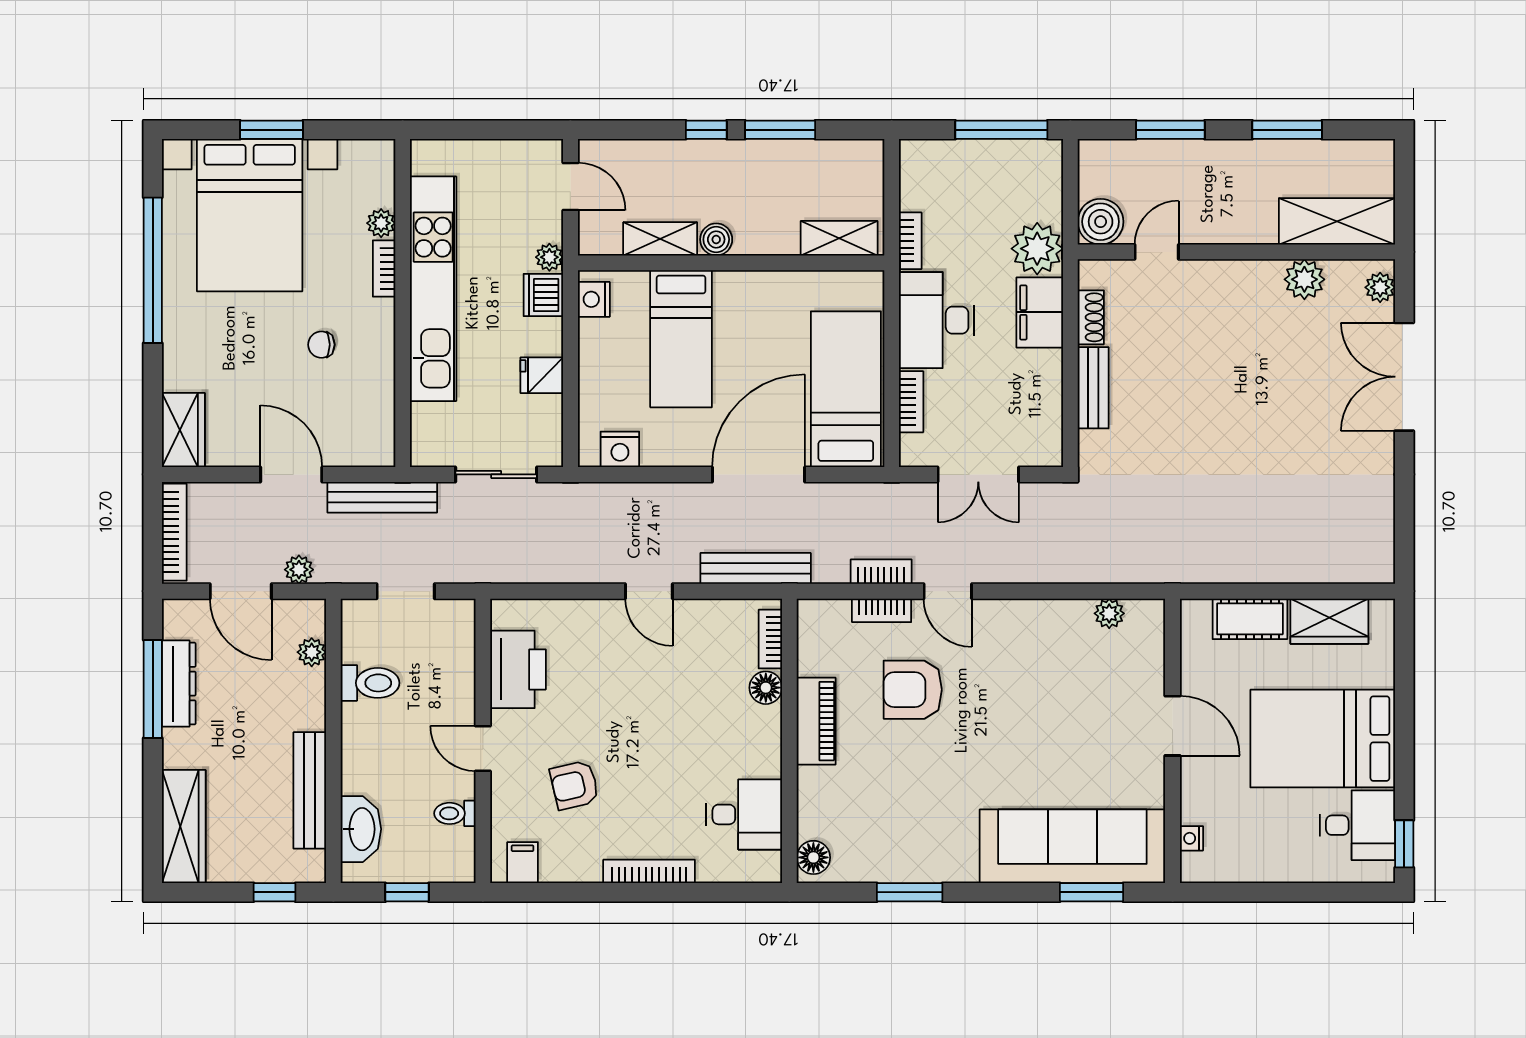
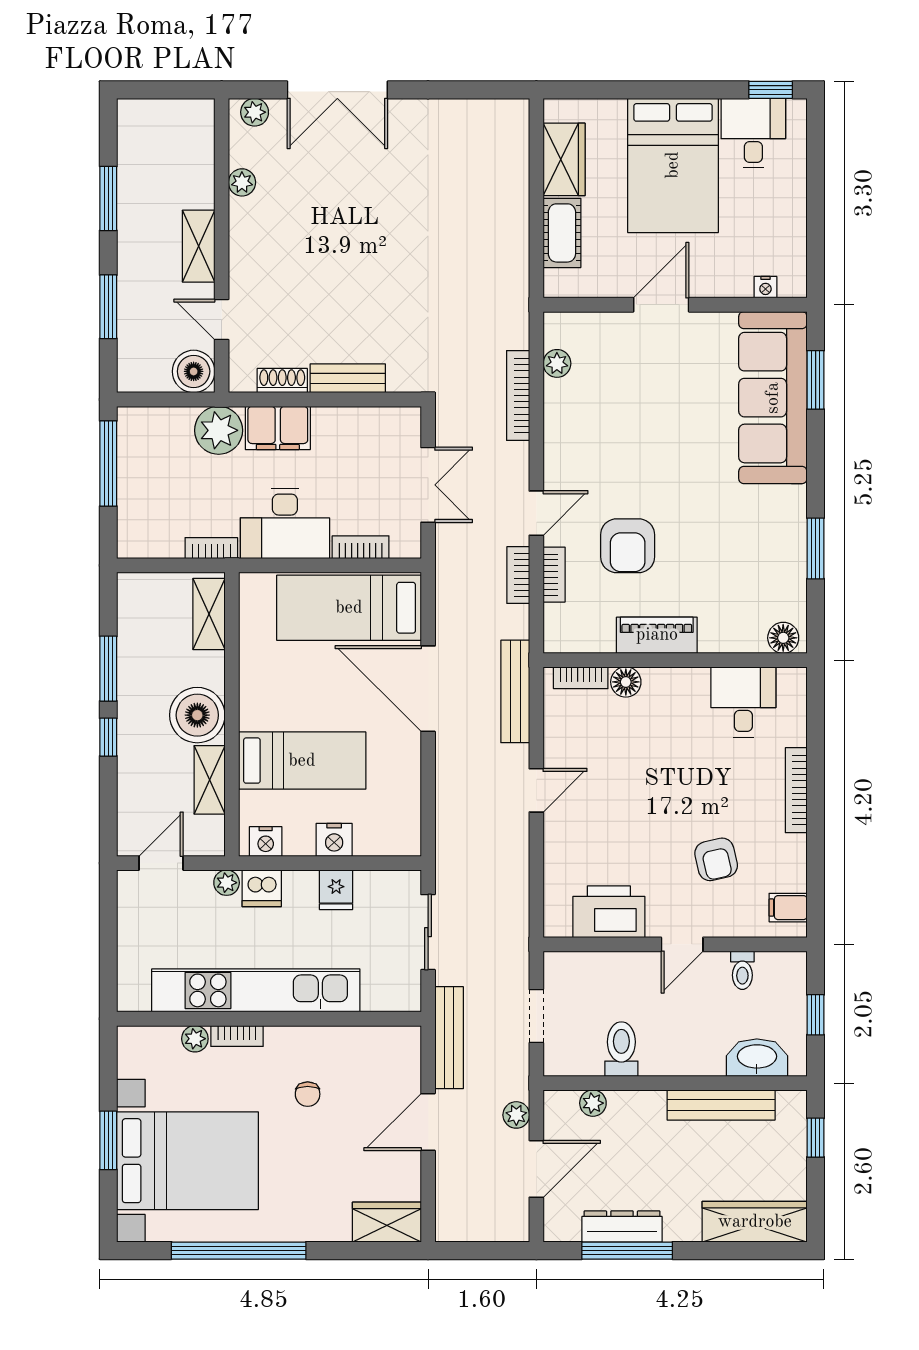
shelving: (1337, 221) -> (199, 246), moved, width x0.67, depth x0.75
boiler: (716, 239) -> (197, 715), width x1.86, depth x1.86
plant: (1304, 279) -> (242, 182), width x0.73, depth x0.73
nightstand: (620, 449) -> (334, 840), moved, turned 90
bookcase: (174, 532) -> (518, 396), moved, turned -90

